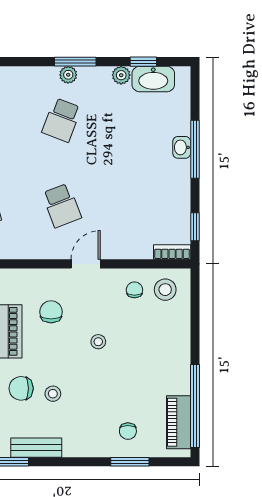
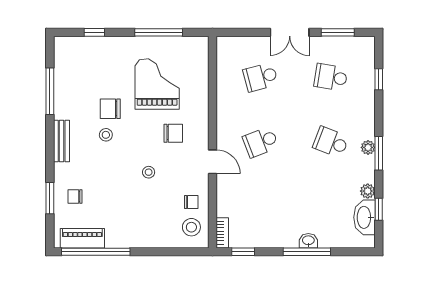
chair: (21, 388) -> (110, 109), turned -90
bench: (36, 448) -> (62, 141), moved

